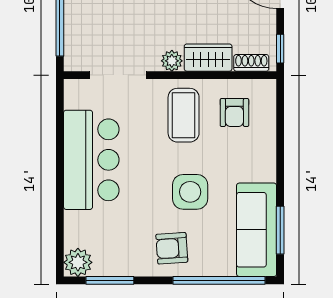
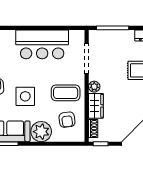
armchair: (234, 113) -> (67, 120), turned -97
plant: (257, 162) -> (41, 132), added

